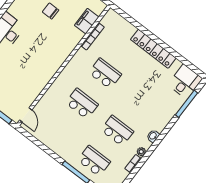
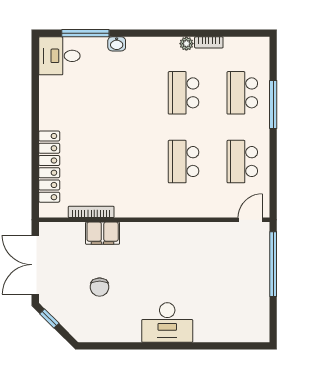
filing cabinet: (87, 21) -> (103, 233), moved
locker: (153, 49) -> (49, 167), moved
school desk: (105, 73) -> (242, 162), moved
washbasin: (153, 136) -> (117, 44), moved

